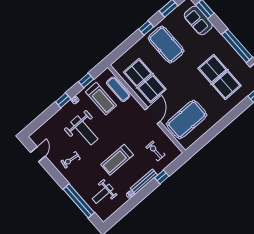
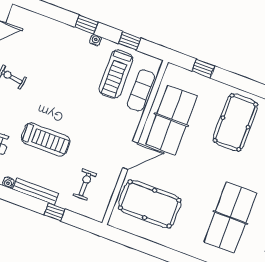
window: (146, 28) -> (203, 69), moved
weight bench: (84, 130) -> (61, 75), removed
treadmill: (117, 160) -> (46, 140), turned 180

